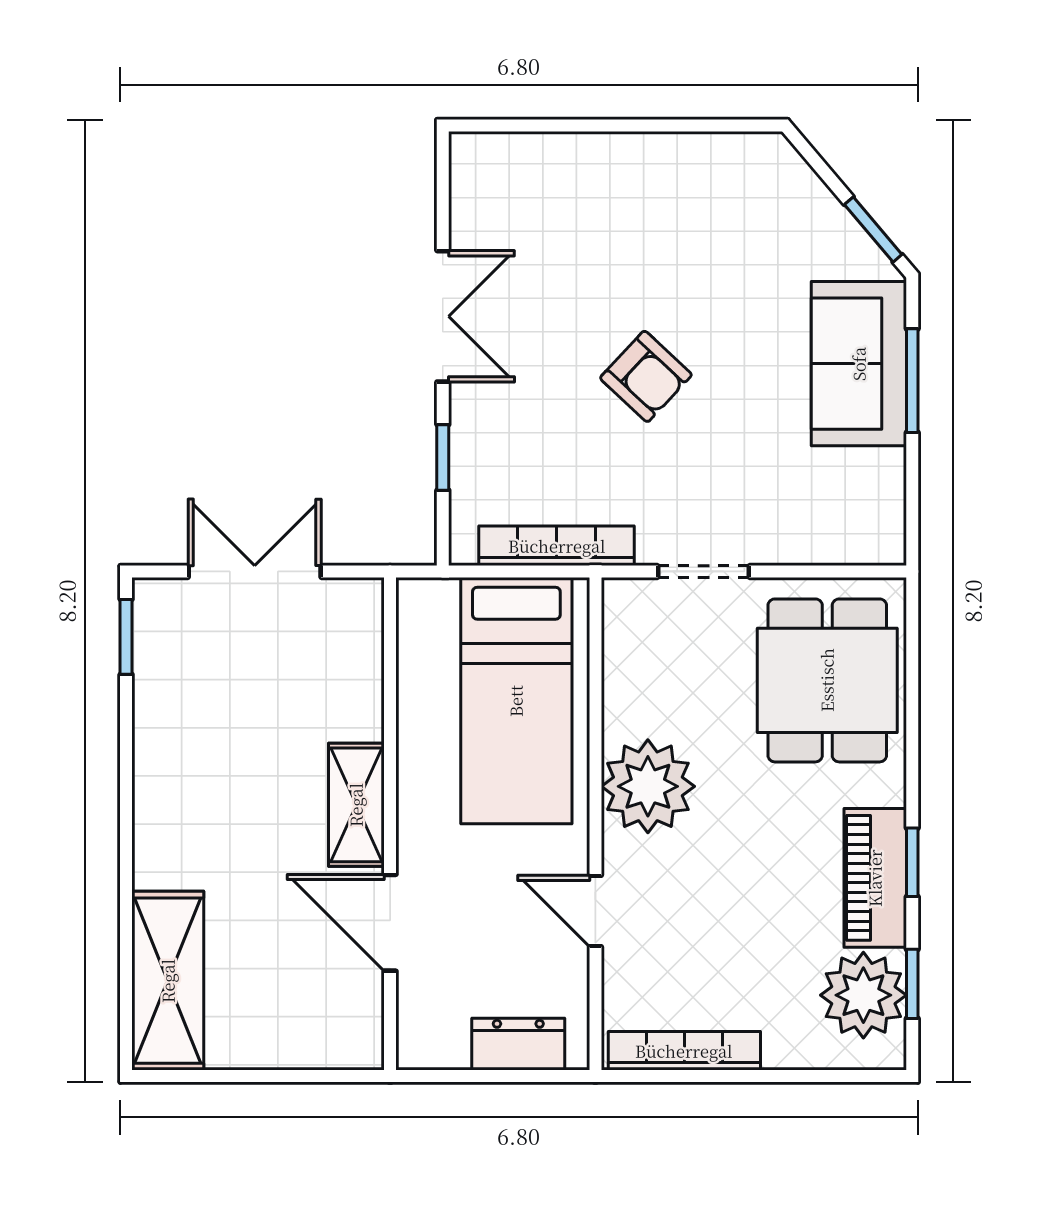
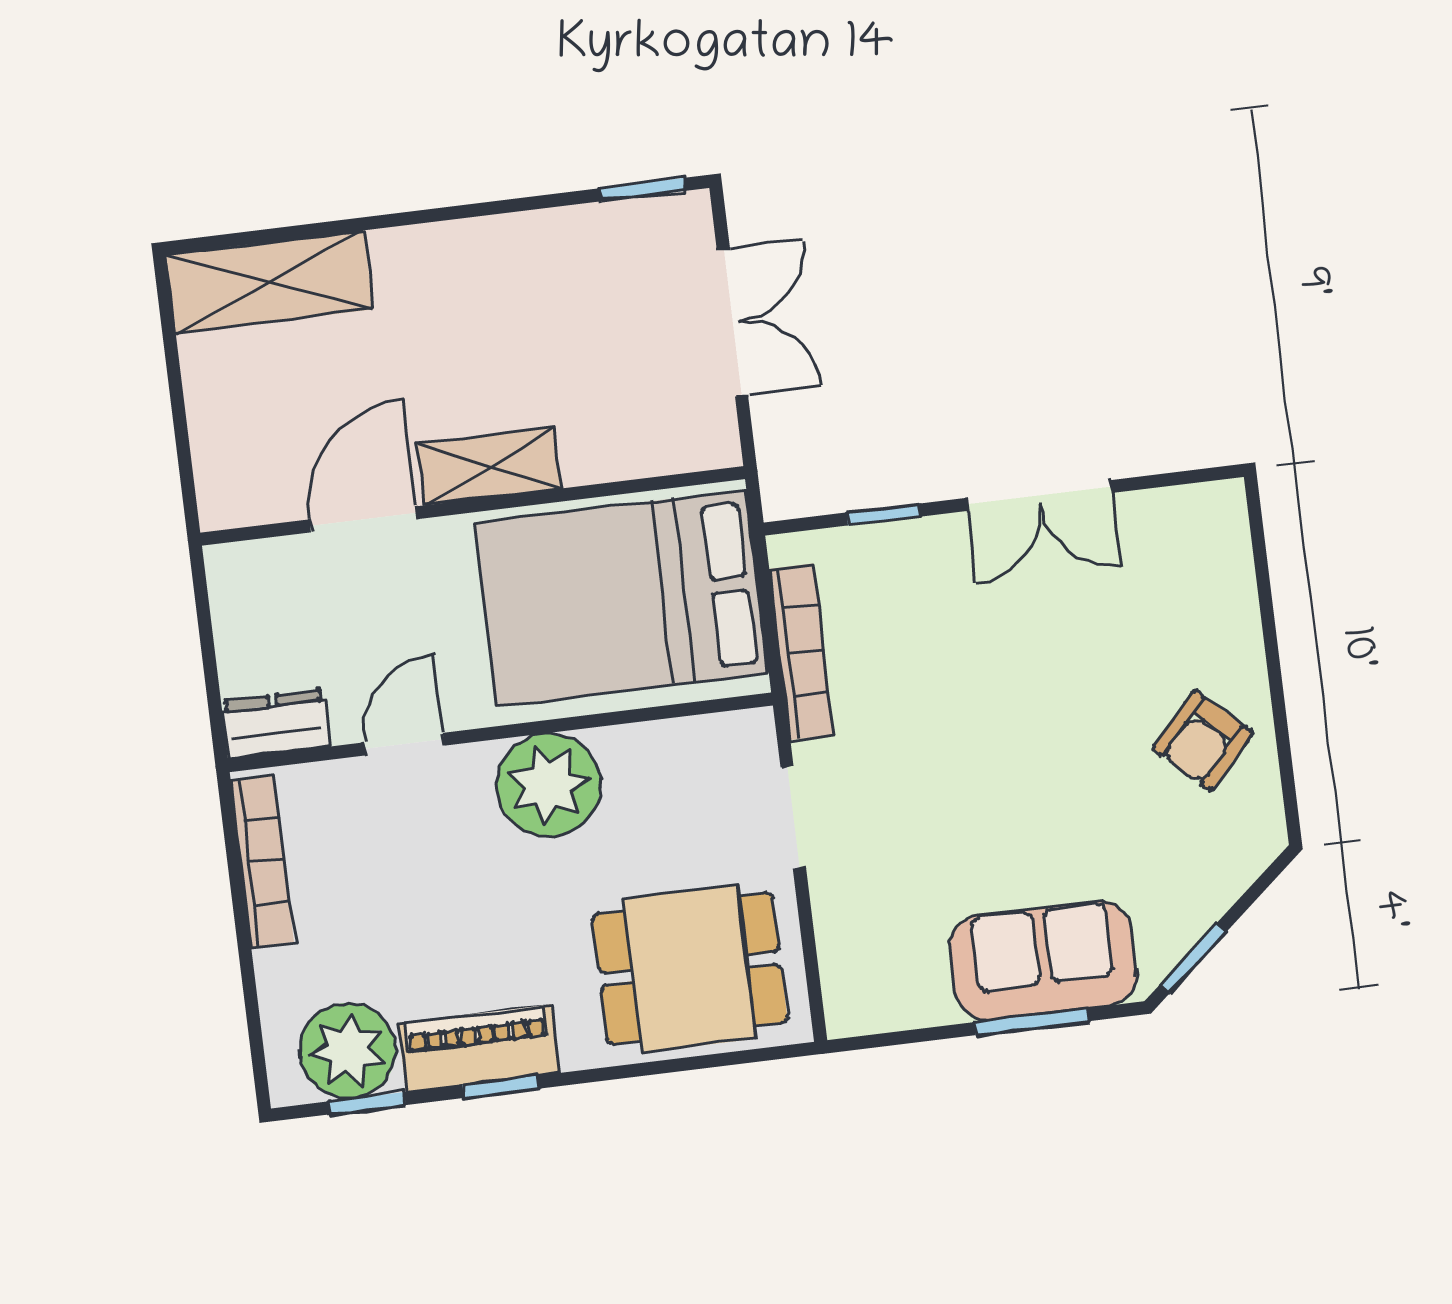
armchair: (646, 376) -> (1203, 741), moved
bed: (516, 701) -> (622, 598), width x1.50
dresser: (518, 1044) -> (276, 724), moved, turned -90

